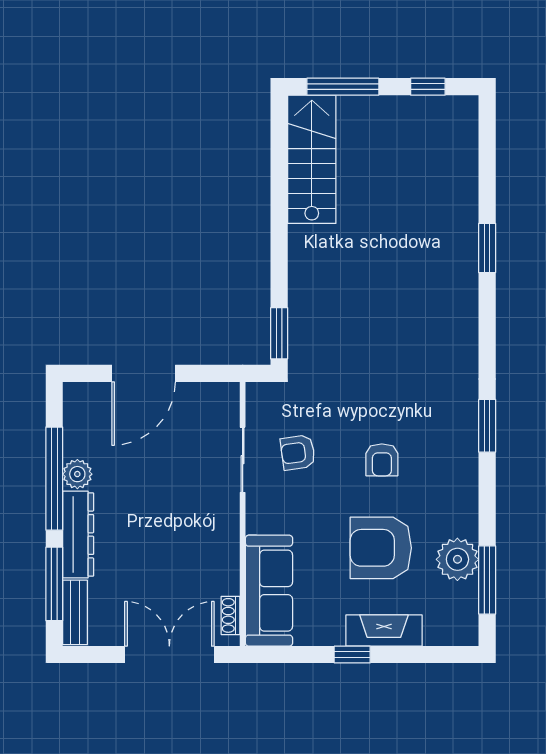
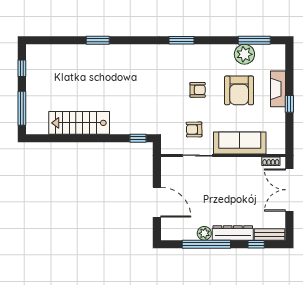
stairs: (312, 159) -> (79, 123), moved
window: (279, 333) -> (138, 138), width x0.67
armchair: (298, 452) -> (194, 129), turned 97
window: (54, 584) -> (256, 244), width x0.46
sofa: (269, 591) -> (240, 143), moved

